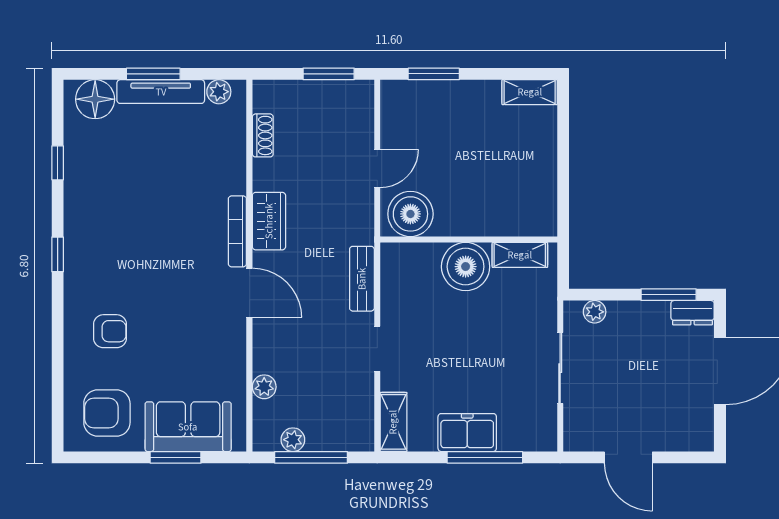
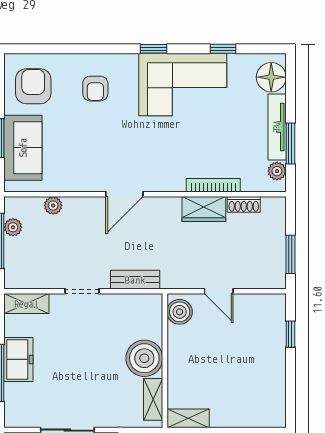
window: (153, 74) -> (290, 143), moved
window: (434, 74) -> (290, 334), width x0.67
shelving: (530, 92) -> (188, 418), moved, turned 90
boiler: (410, 214) -> (180, 312), width x0.73, depth x0.73
corner sofa: (105, 216) -> (183, 84), added
wardrobe: (269, 221) -> (204, 209), moved
bookcase: (237, 231) -> (213, 185), moved

